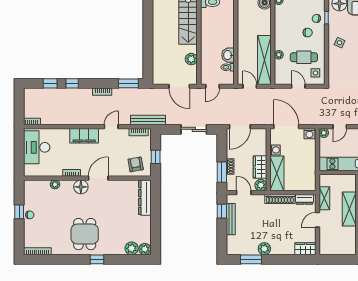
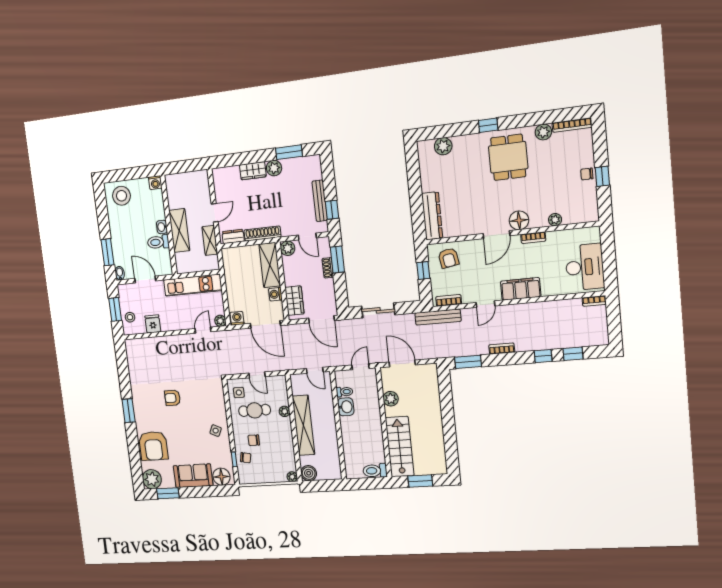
shelving: (264, 60) -> (303, 425), moved
door: (240, 127) -> (321, 319), swing flipped
wardrobe: (260, 167) -> (295, 301), moved
plant: (145, 249) -> (543, 132), moved
wardrobe: (305, 249) -> (253, 171), moved

